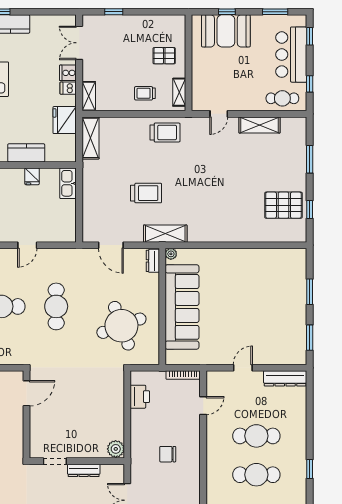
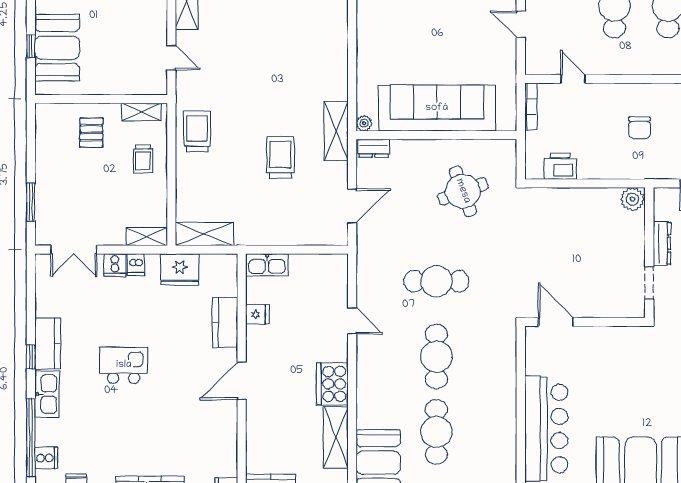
window: (114, 12) -> (31, 202), width x1.50
round table: (121, 326) -> (463, 191), width x0.73, depth x0.73

